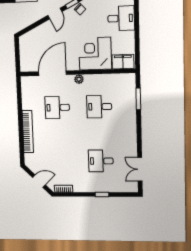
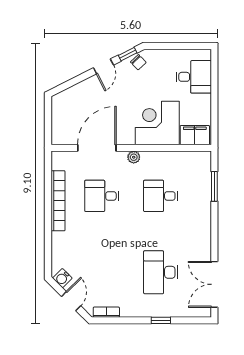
bookcase: (28, 132) -> (58, 201), moved
desk: (101, 161) -> (161, 272), width x1.37
water cooler: (32, 165) -> (62, 278), added
double door: (140, 169) -> (214, 284), width x1.37
door: (39, 181) -> (71, 301), hinge flipped

